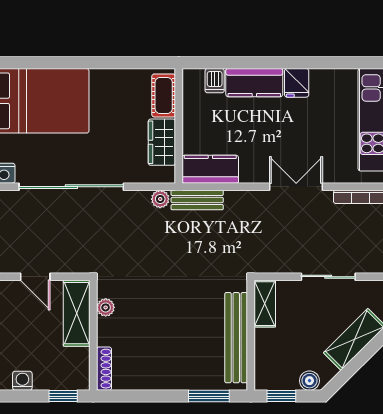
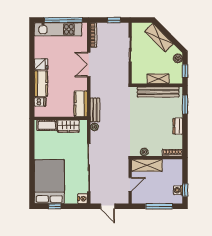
shelving: (265, 304) -> (158, 79), moved
dresser: (162, 380) -> (178, 126), added
window: (63, 396) -> (185, 190), moved

